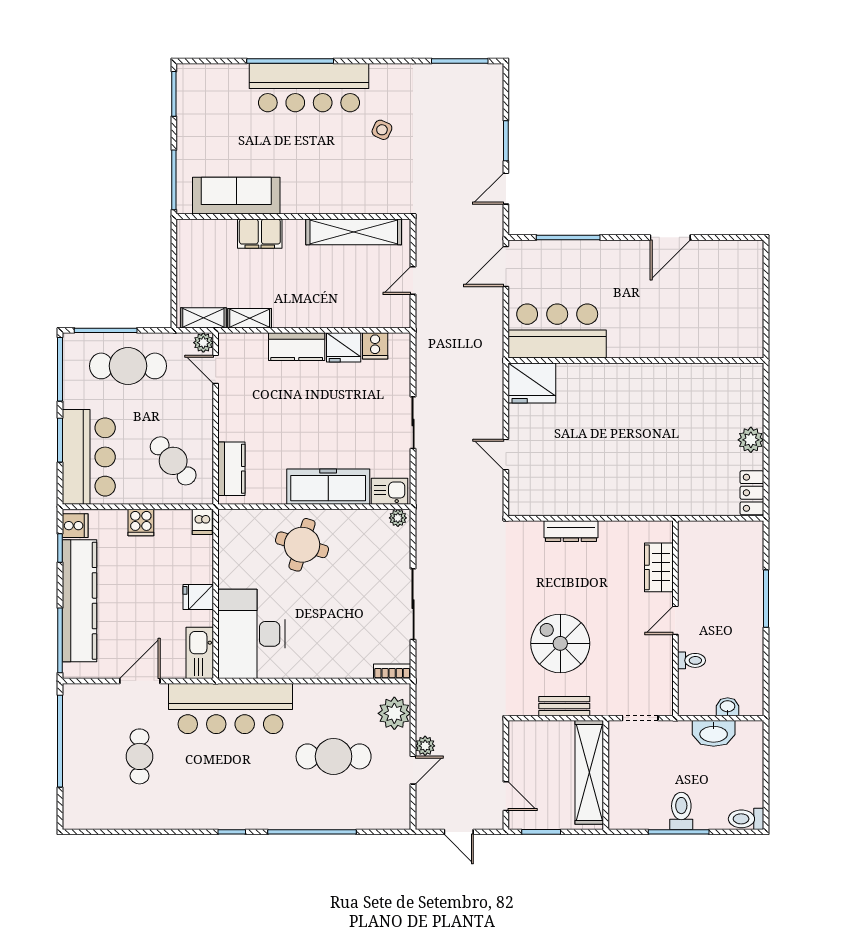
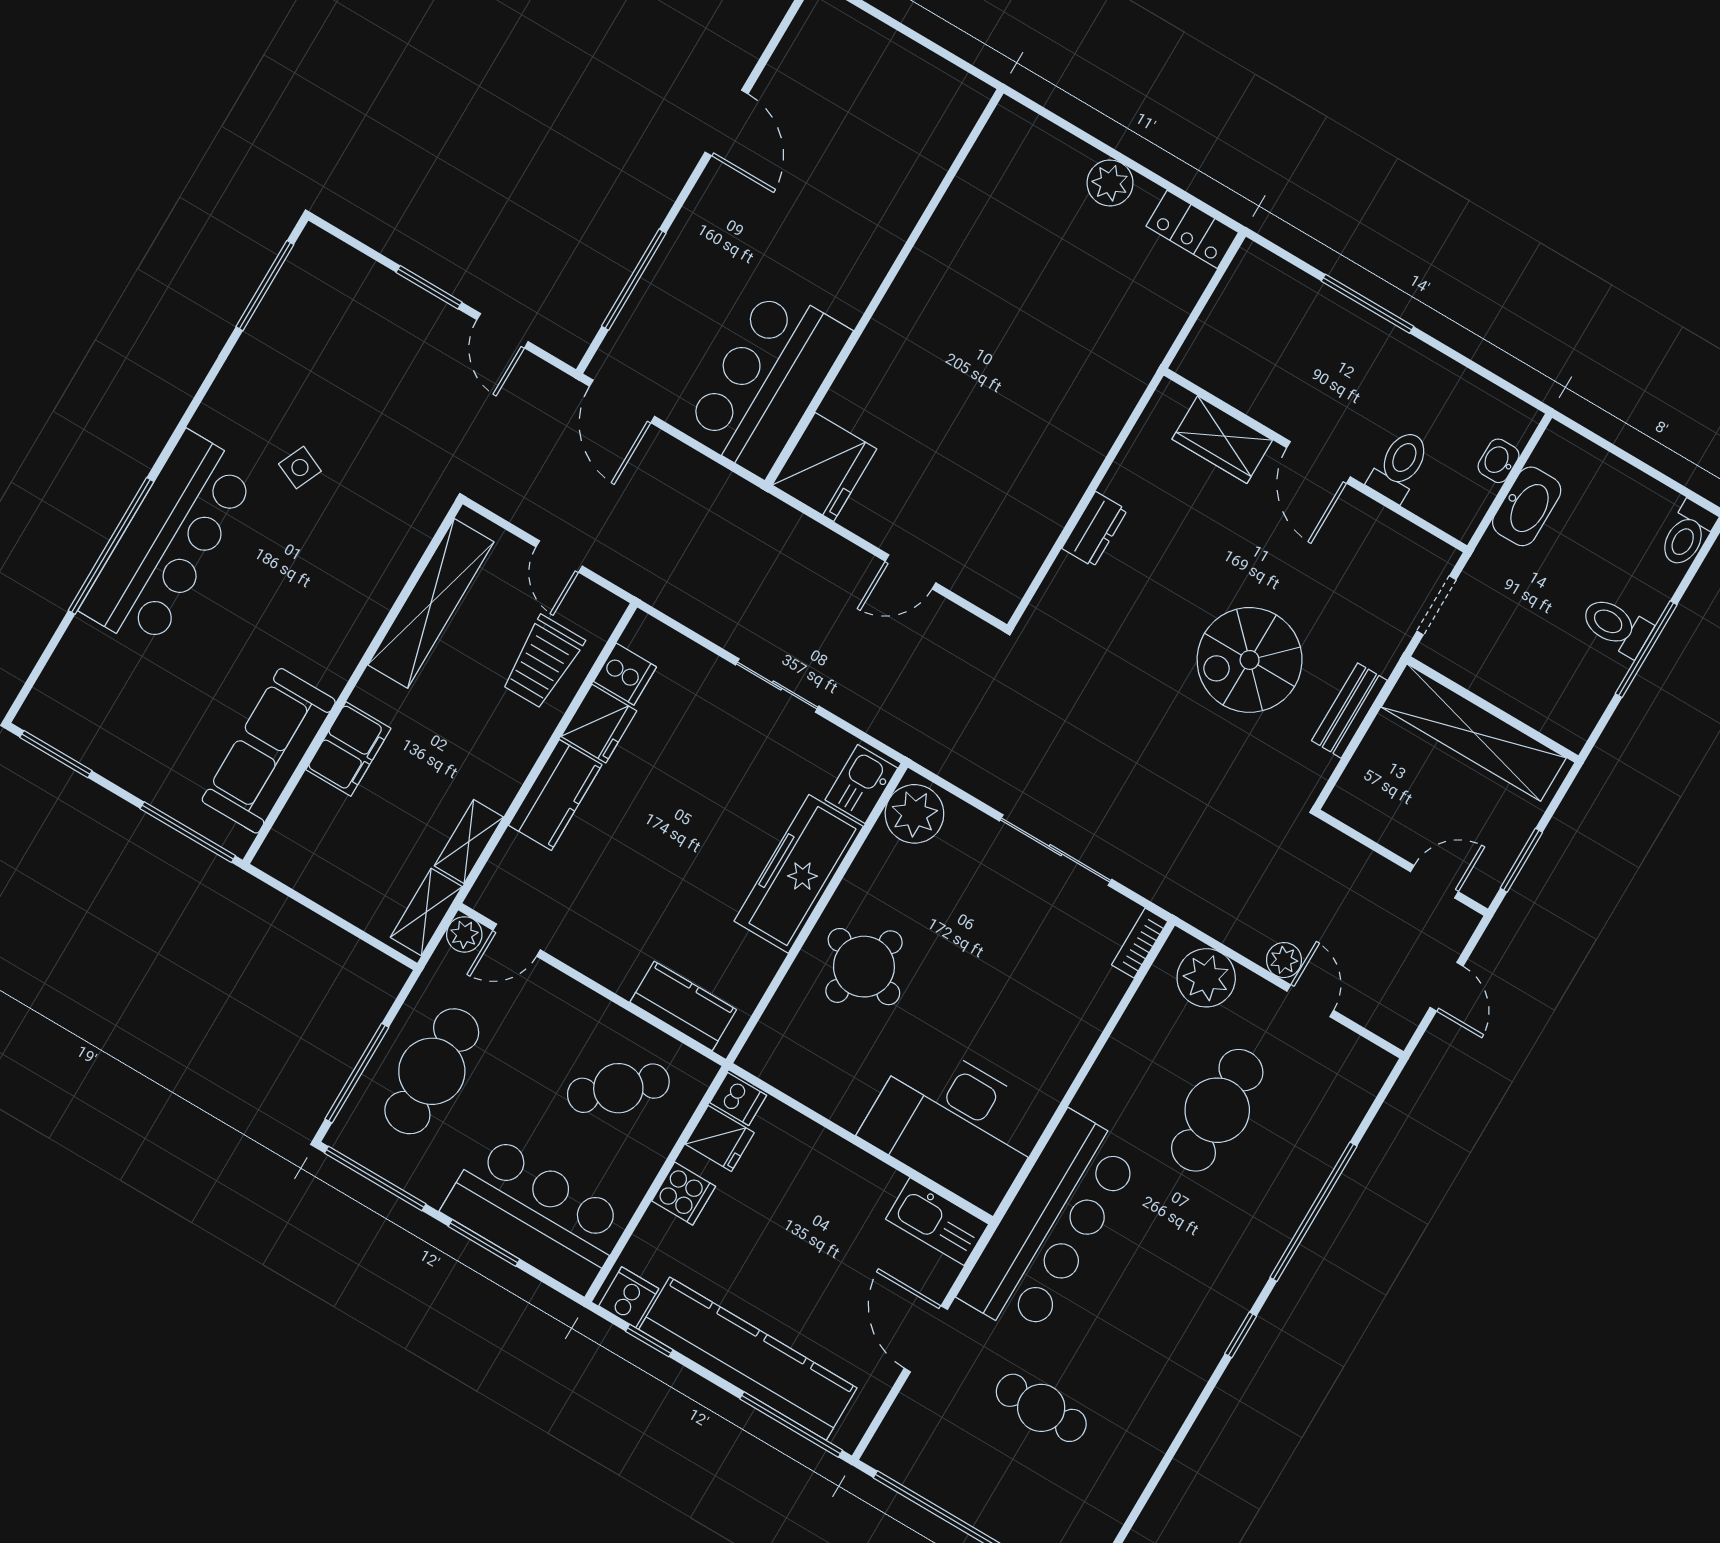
trolley: (357, 303) -> (543, 662), added
plant: (398, 518) -> (914, 814), width x1.87, depth x1.87
dresser: (571, 531) -> (1095, 529), width x0.70
fridge: (198, 597) -> (720, 1138), moved, turned -90
door: (675, 620) -> (1319, 462), width x1.38
toilet: (692, 660) -> (1400, 466), width x1.37, depth x1.39
door: (459, 832) -> (1447, 987), hinge flipped

